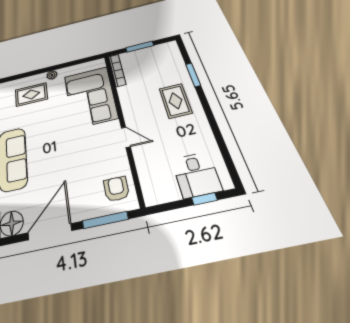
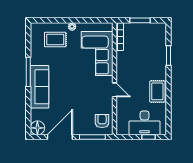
rug: (175, 101) -> (157, 91), moved
desk: (196, 175) -> (145, 123), width x1.37

